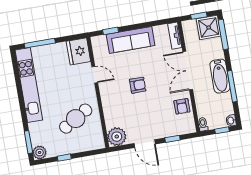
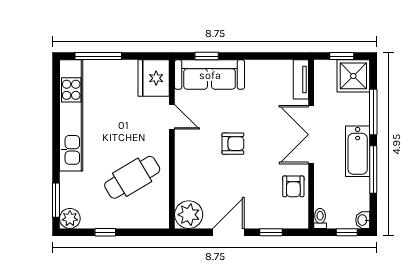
window: (223, 34) -> (373, 112), moved
sofa: (131, 40) -> (210, 75), moved
door: (145, 144) -> (228, 232), swing flipped

